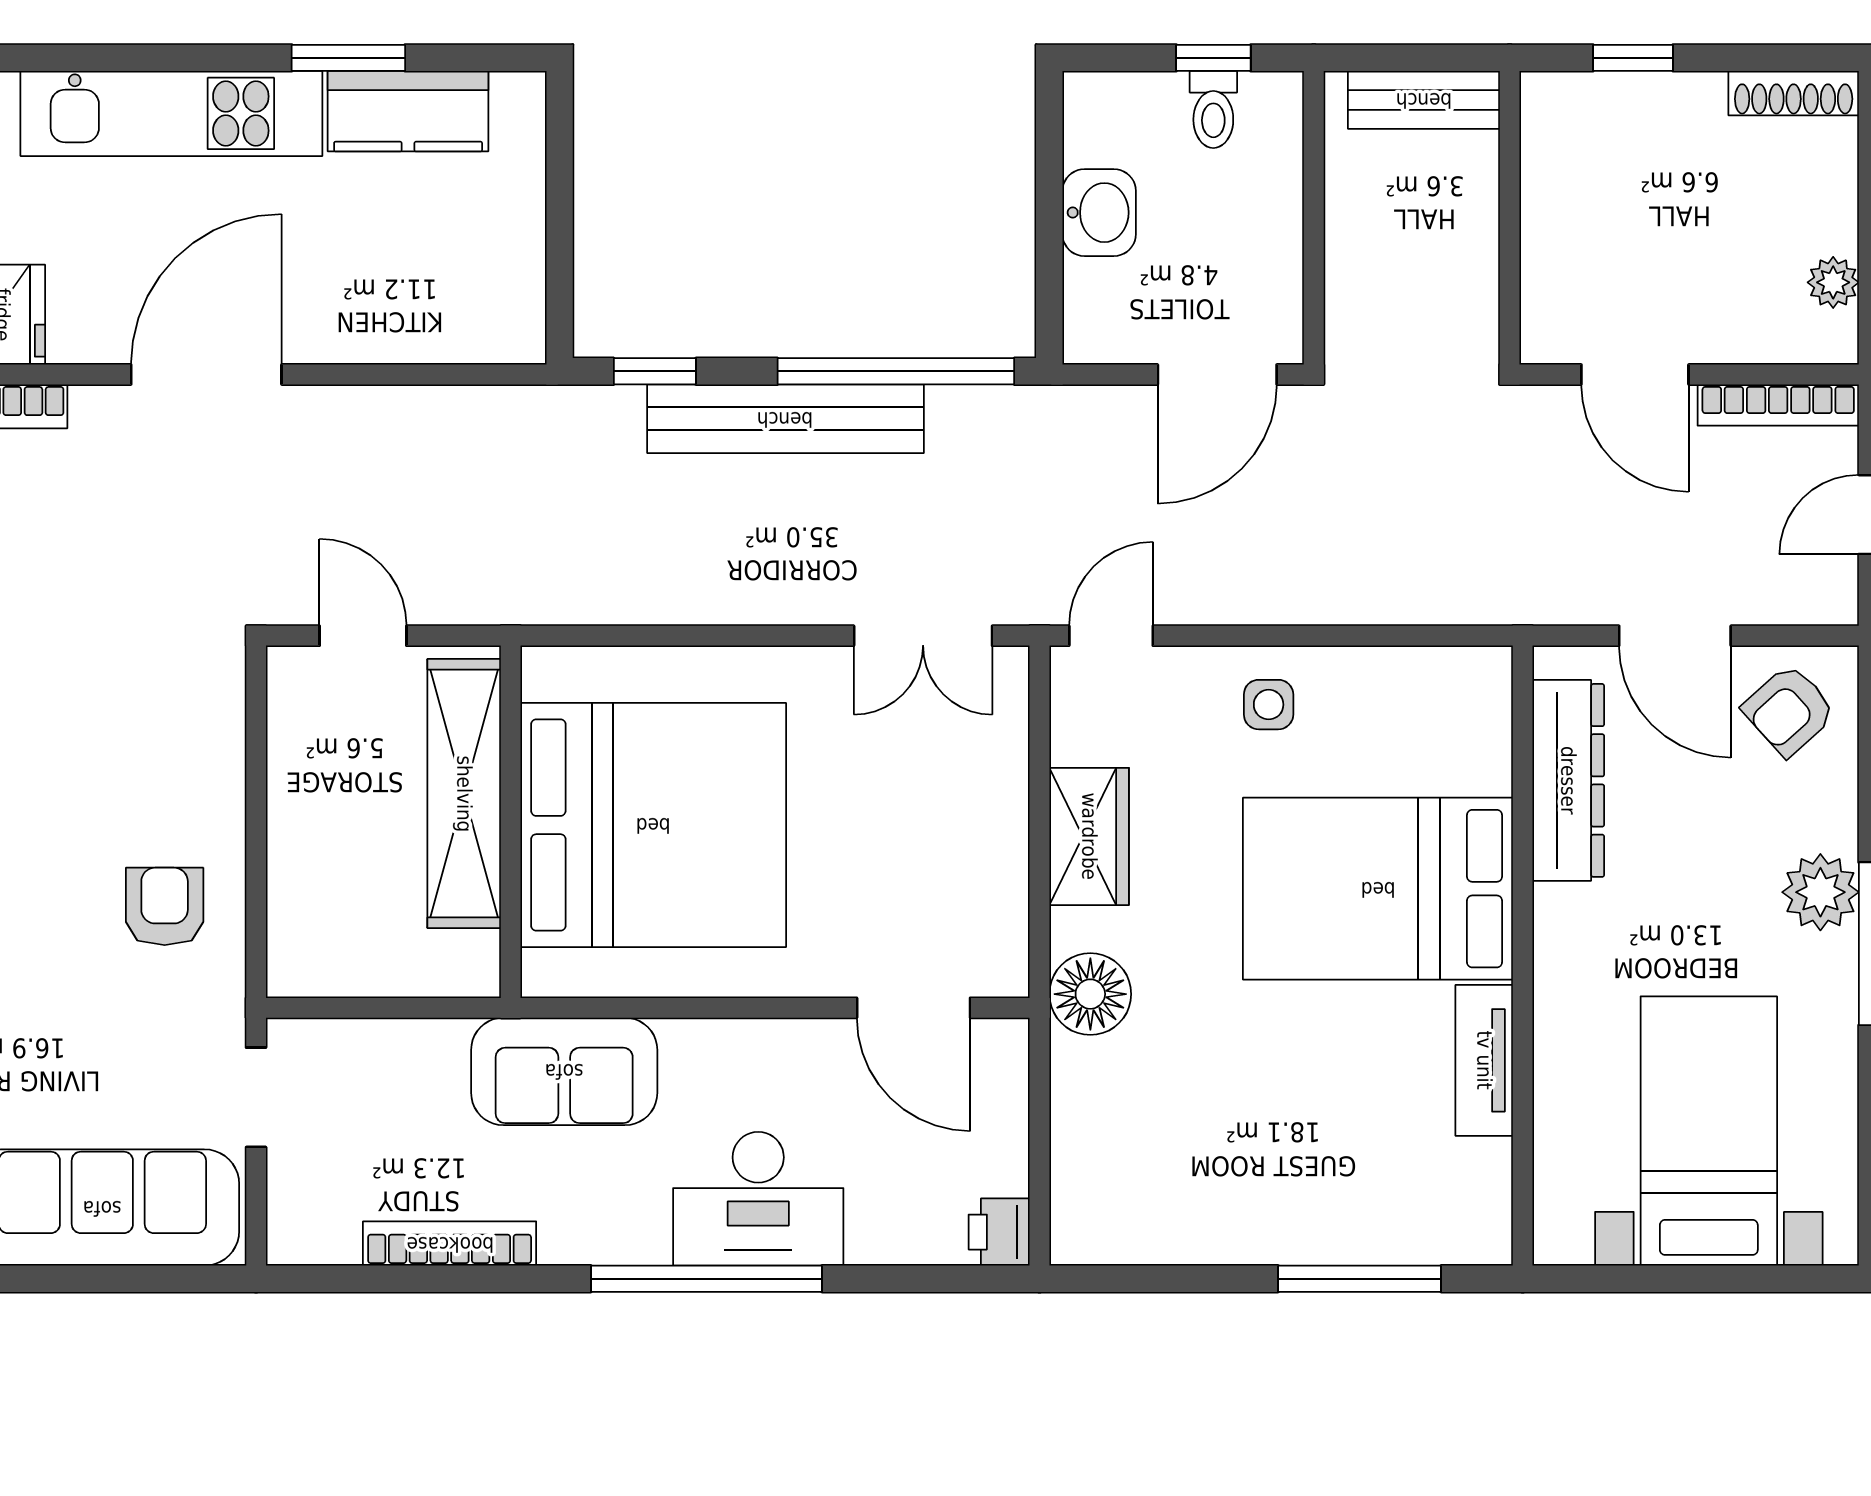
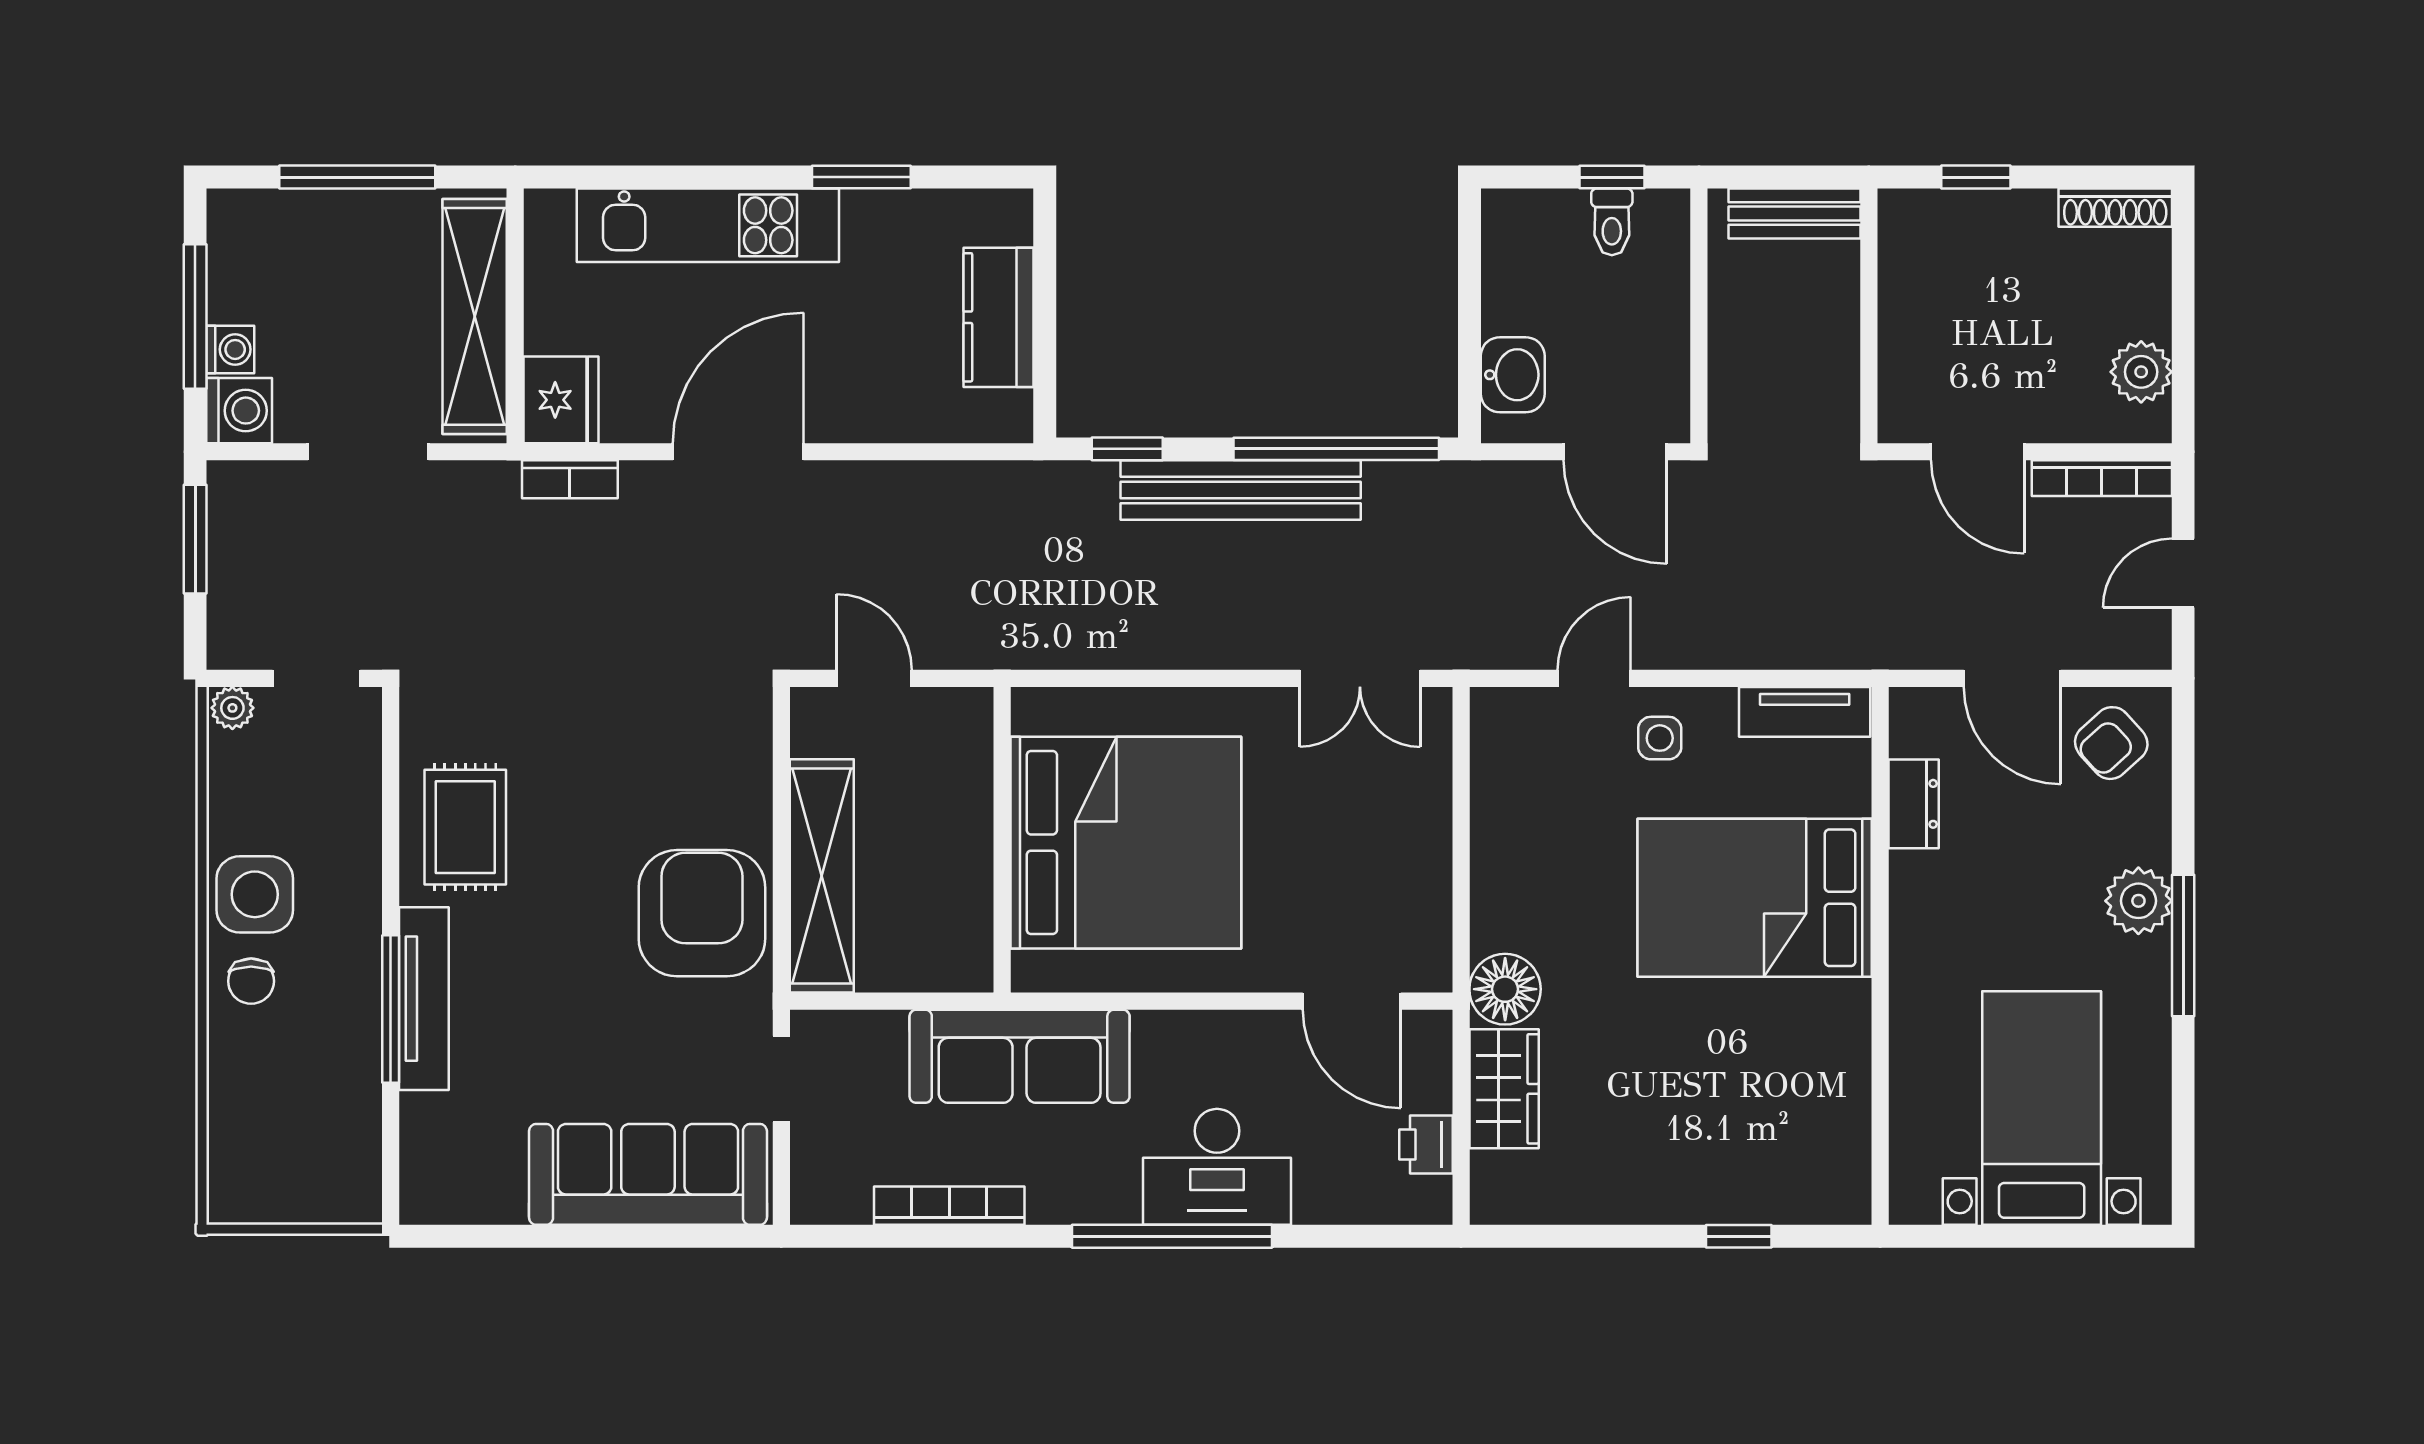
kitchen counter: (408, 111) -> (999, 317), moved, turned 90
washbasin: (1099, 213) -> (1513, 375), moved
plant: (1833, 282) -> (2141, 372), width x1.38, depth x1.38
door: (1217, 375) -> (1615, 452), hinge flipped
door: (1111, 636) -> (1594, 678), moved
dresser: (1568, 780) -> (1914, 804), width x0.51, depth x0.80
shelving: (464, 794) -> (822, 876), moved
wardrobe: (1089, 836) -> (1504, 1089), moved
armchair: (165, 906) -> (702, 913), width x1.88, depth x1.88
tv unit: (1484, 1060) -> (1805, 712), moved, turned -90
sofa: (564, 1071) -> (1020, 1056), width x1.36
printer: (999, 1232) -> (1426, 1145), moved
window: (1360, 1279) -> (1739, 1236), width x0.46

